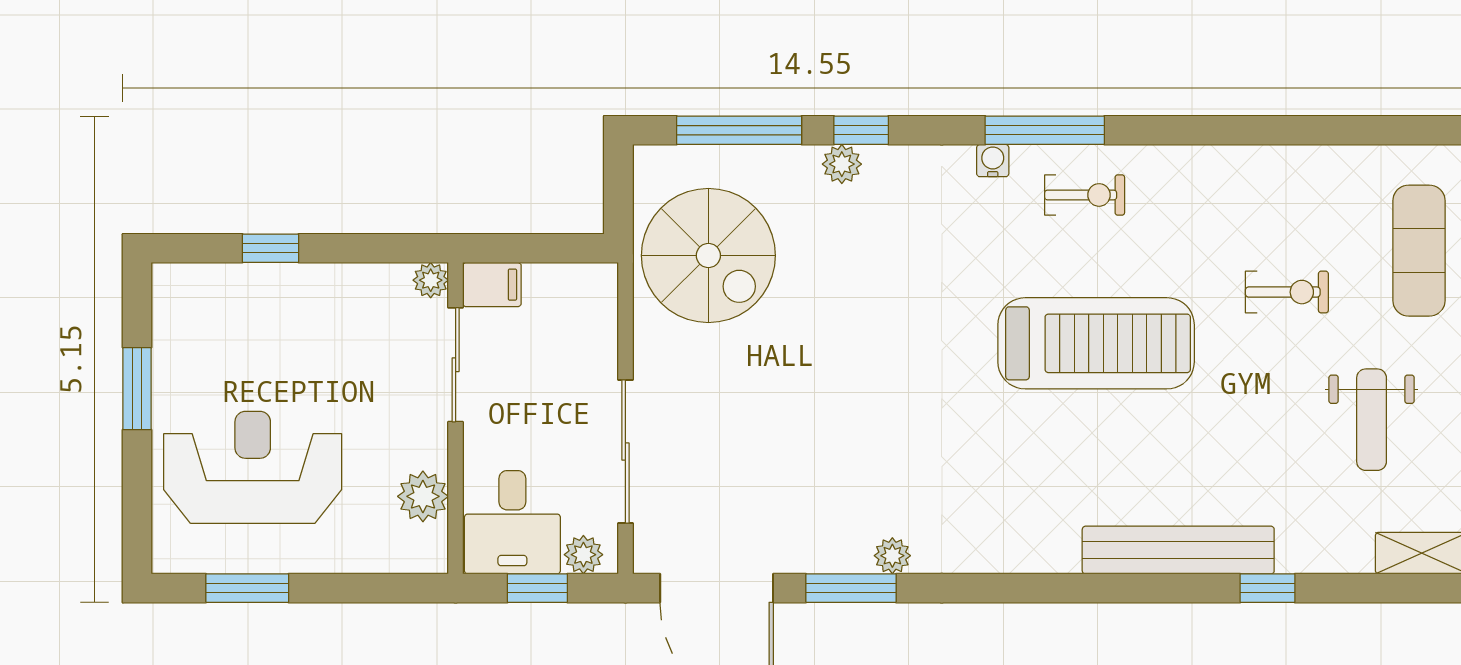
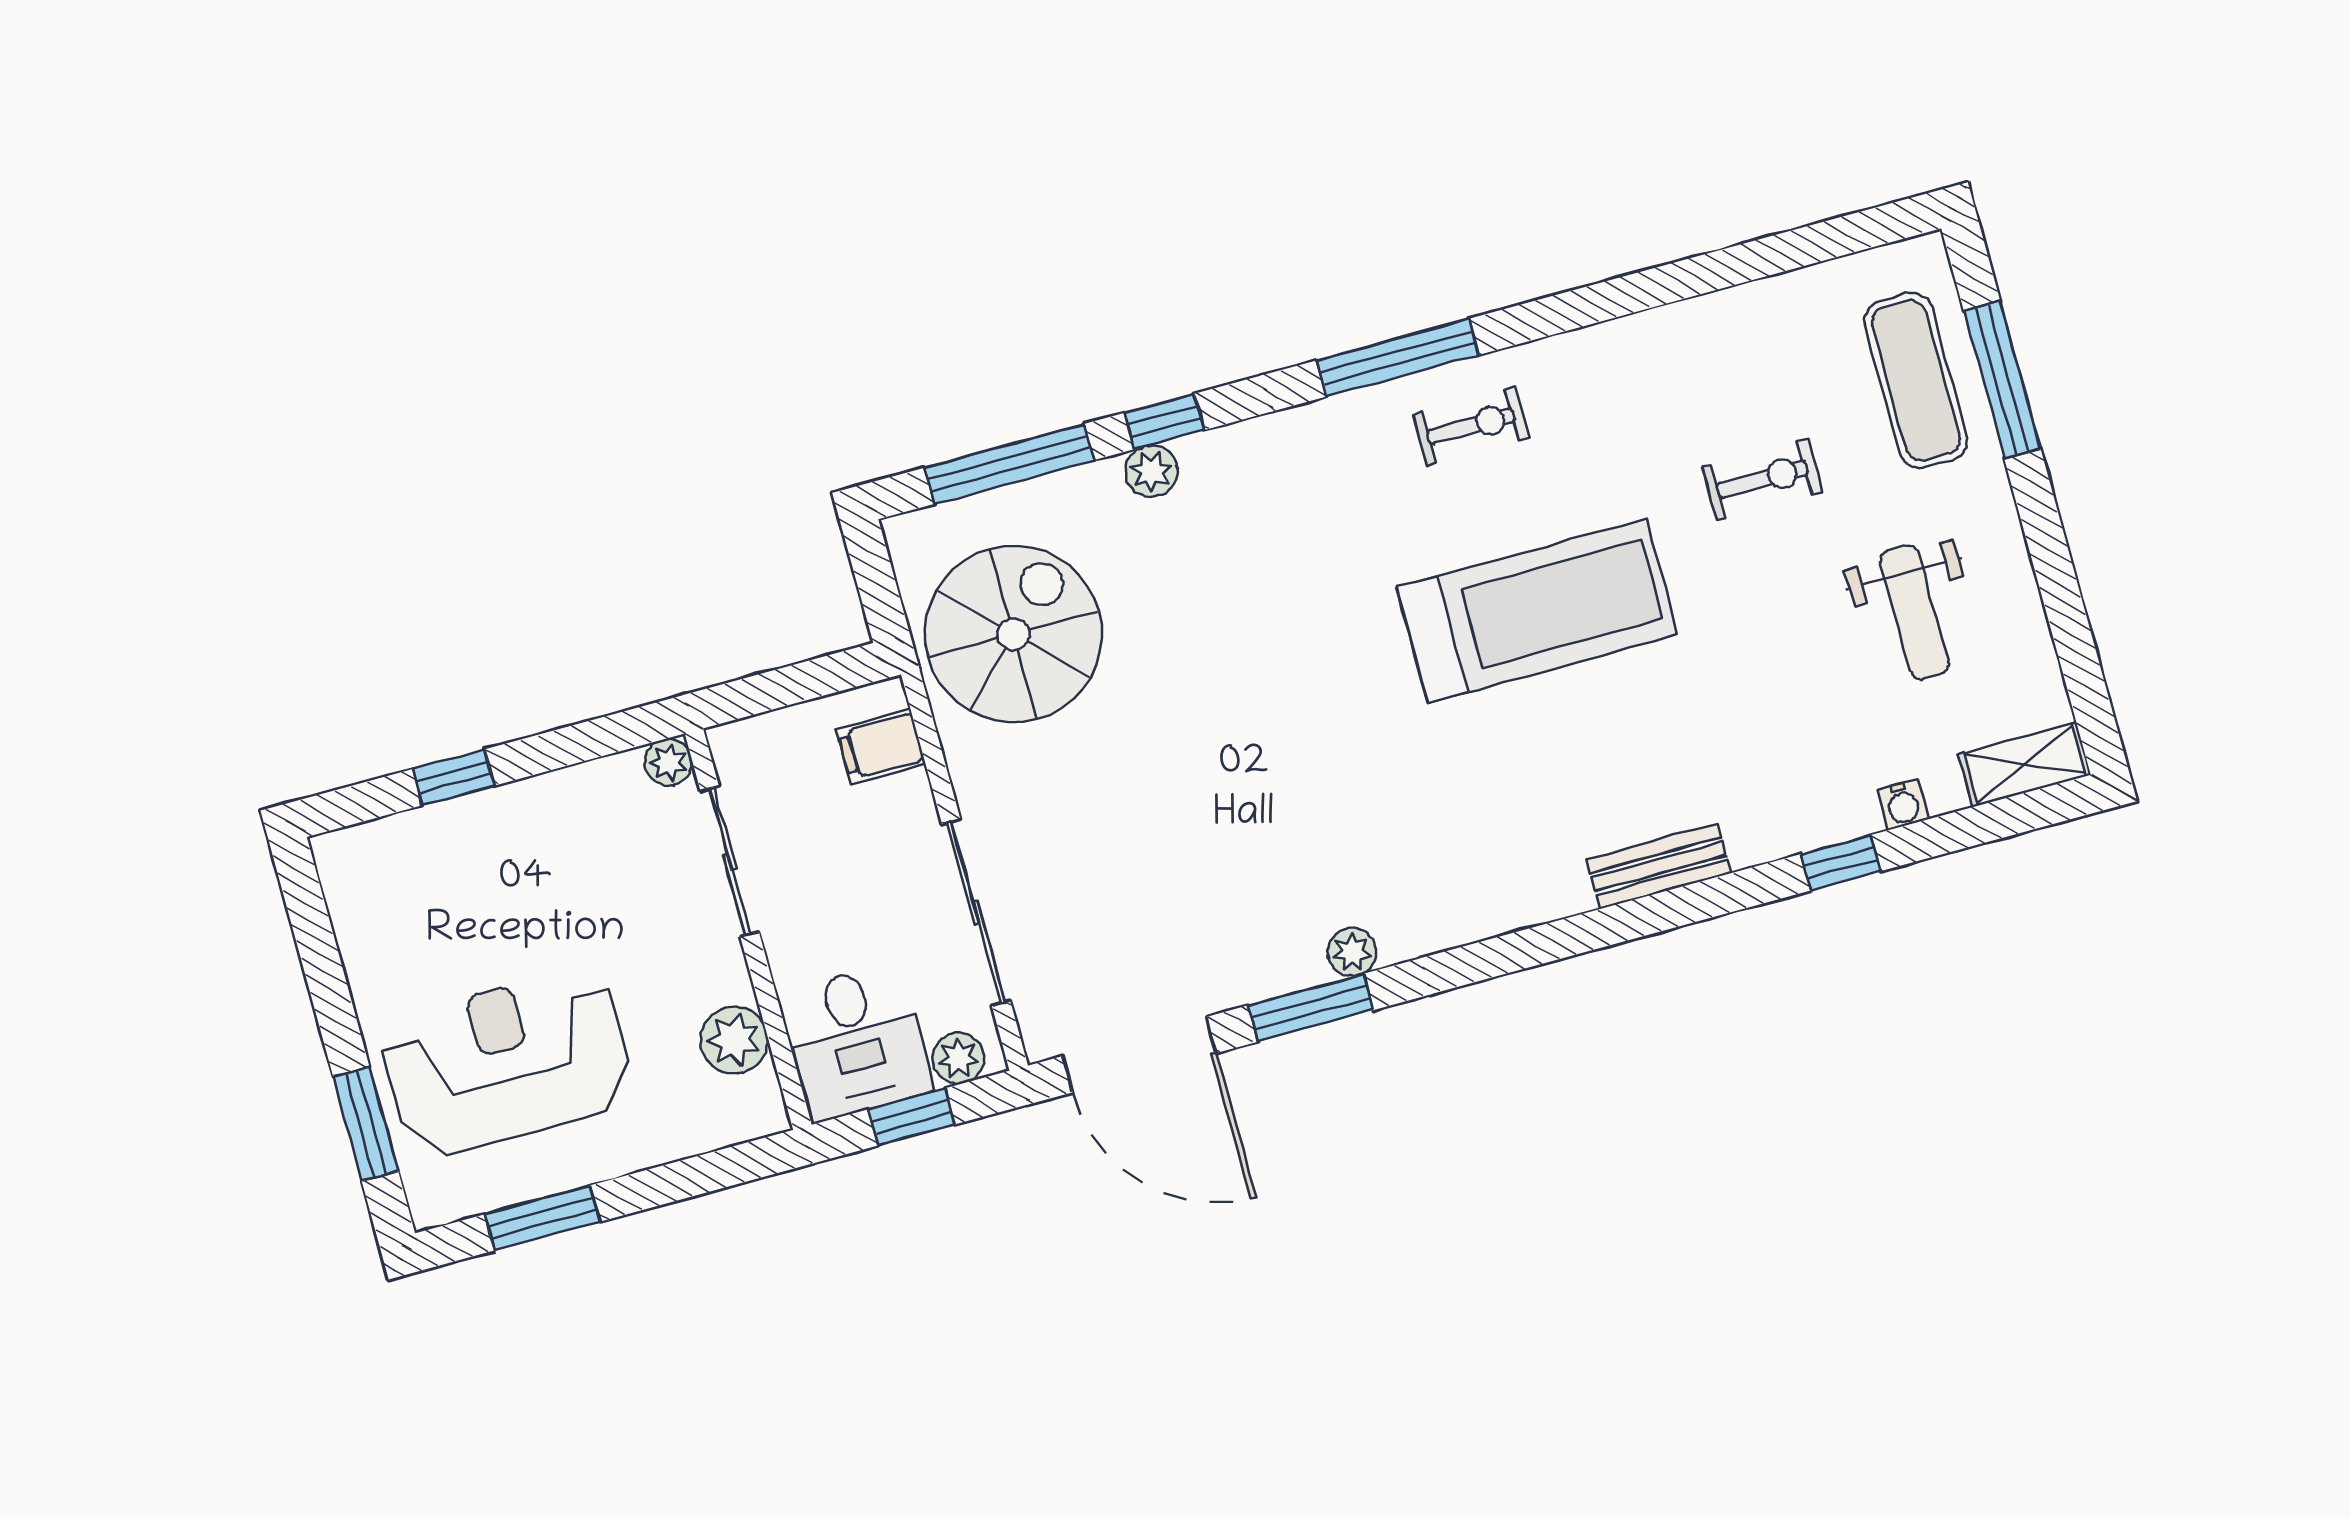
water cooler: (993, 161) -> (1903, 804), moved, turned 180
spiral stairs: (708, 256) -> (1013, 634), turned -90
filing cabinet: (492, 285) -> (881, 746), moved, turned 180
window: (137, 389) -> (366, 1124), moved
bench: (1178, 550) -> (1659, 866), width x0.54, depth x0.82

